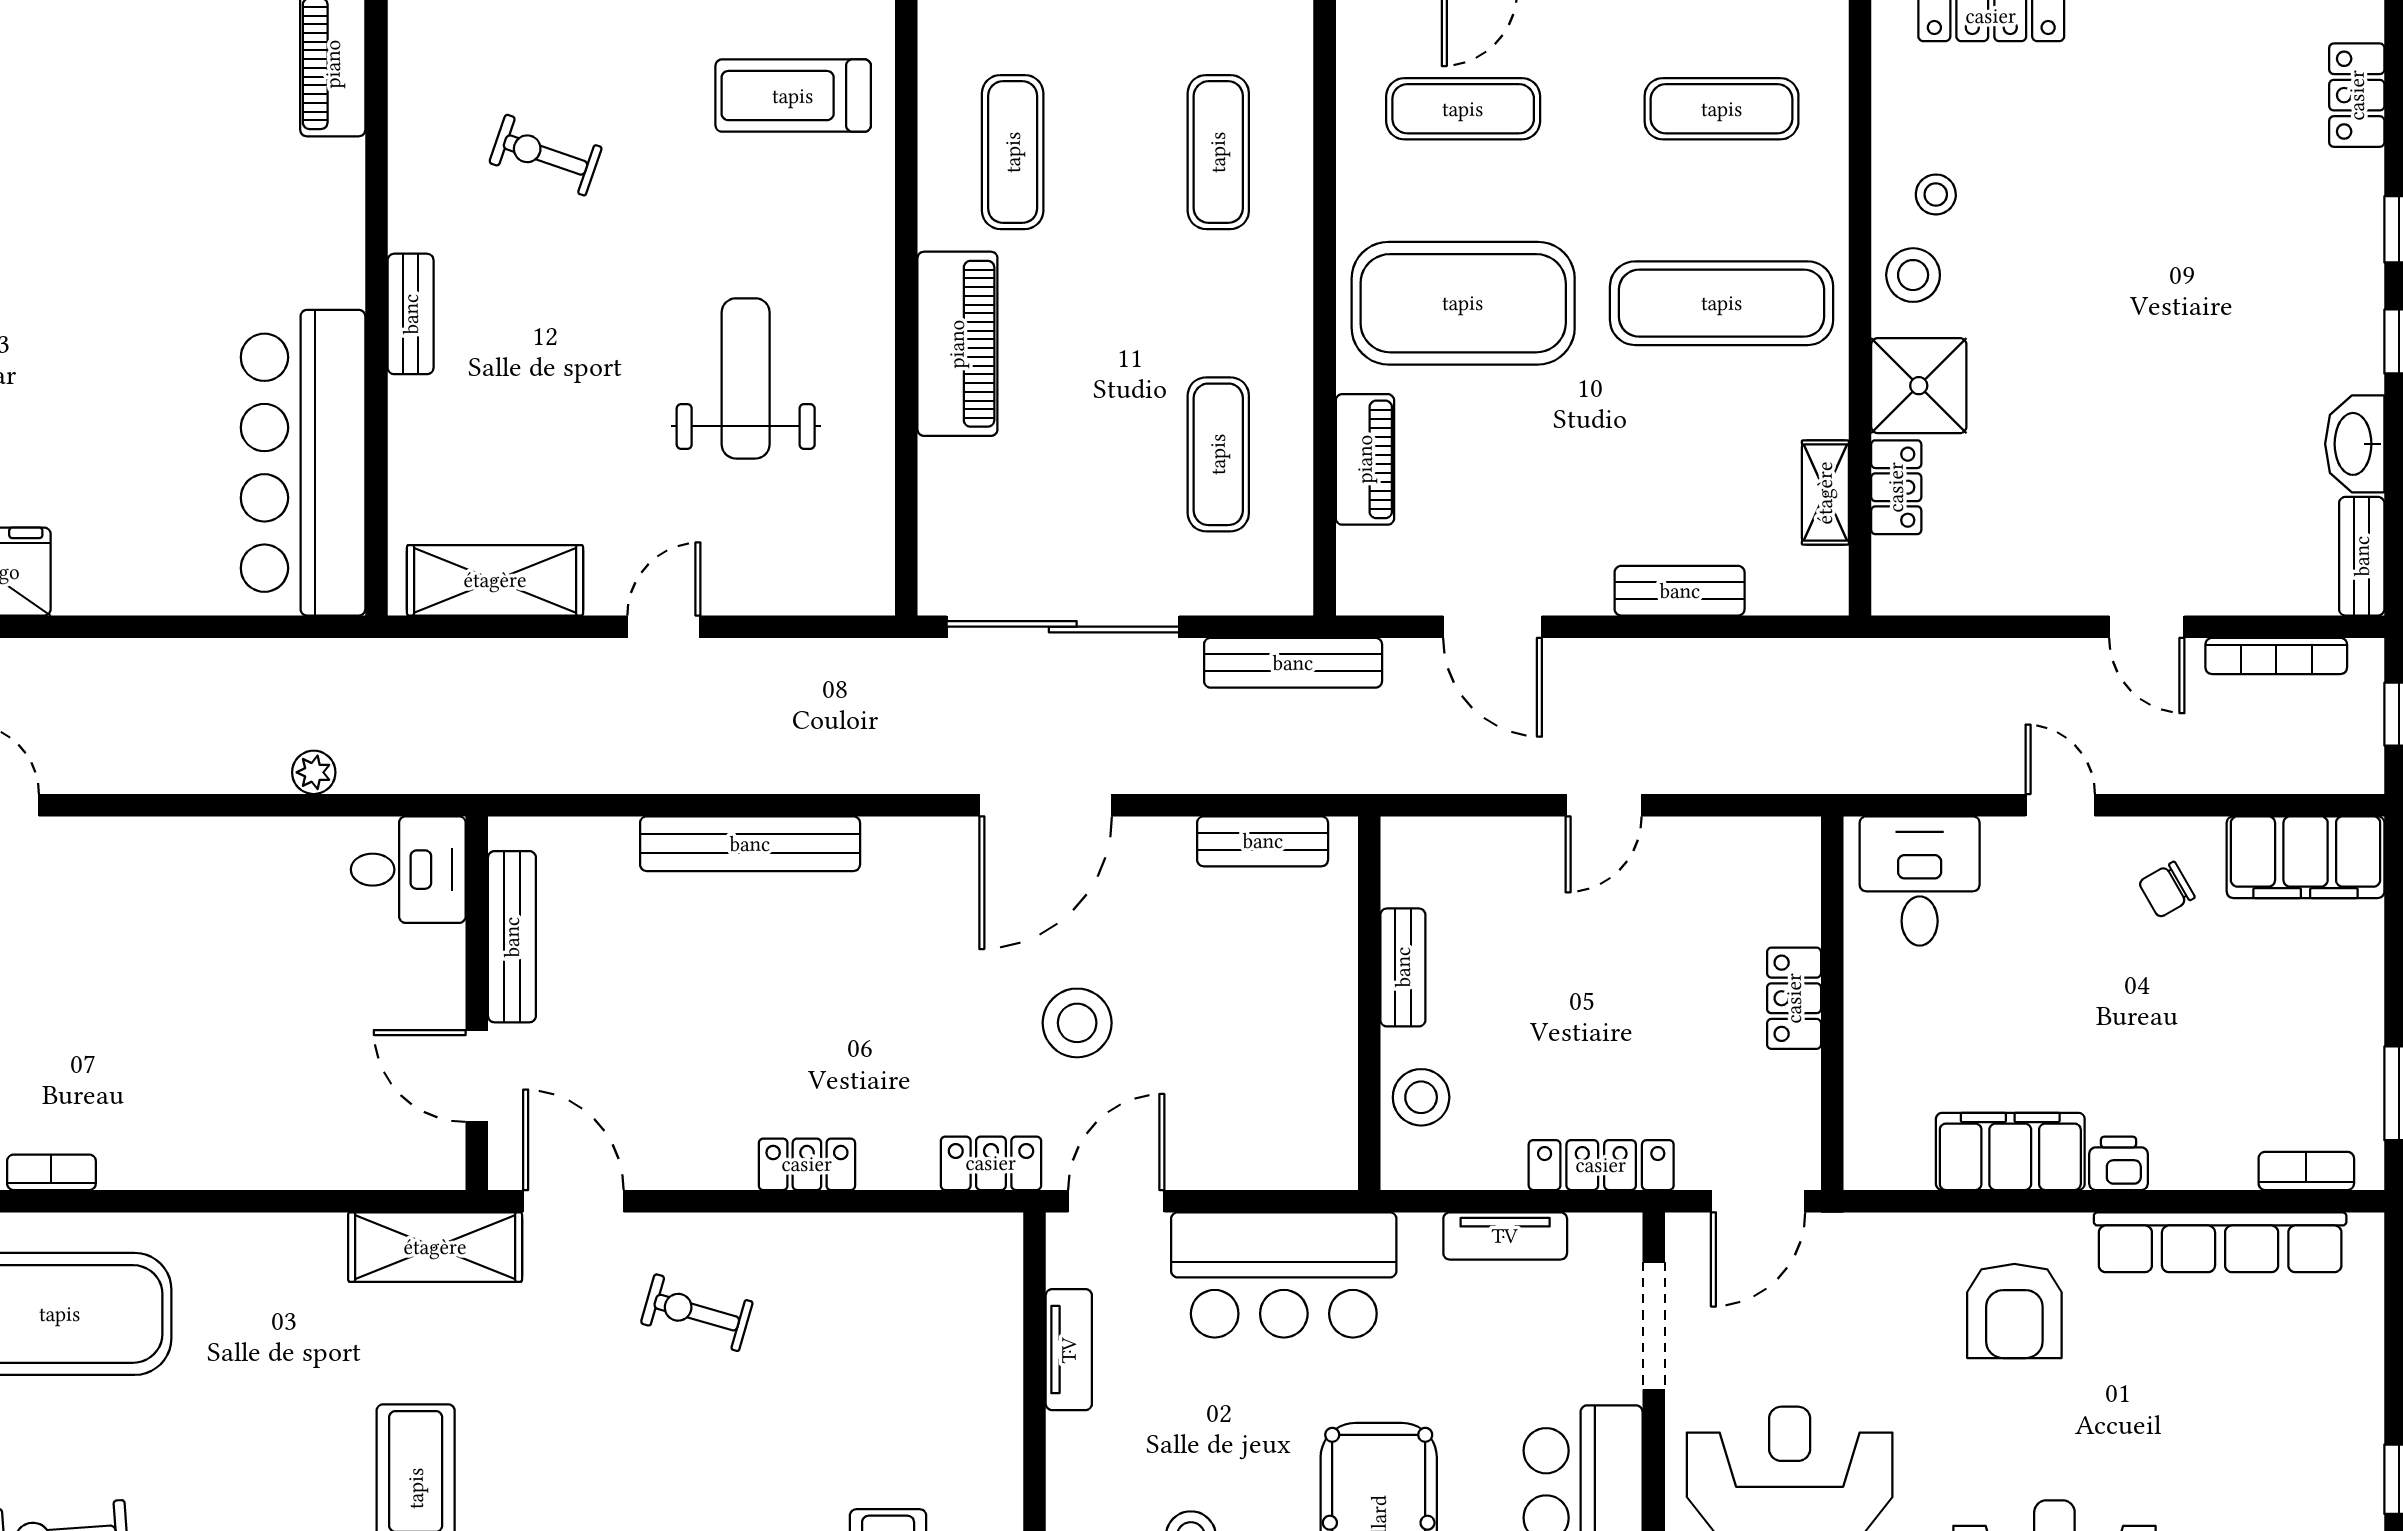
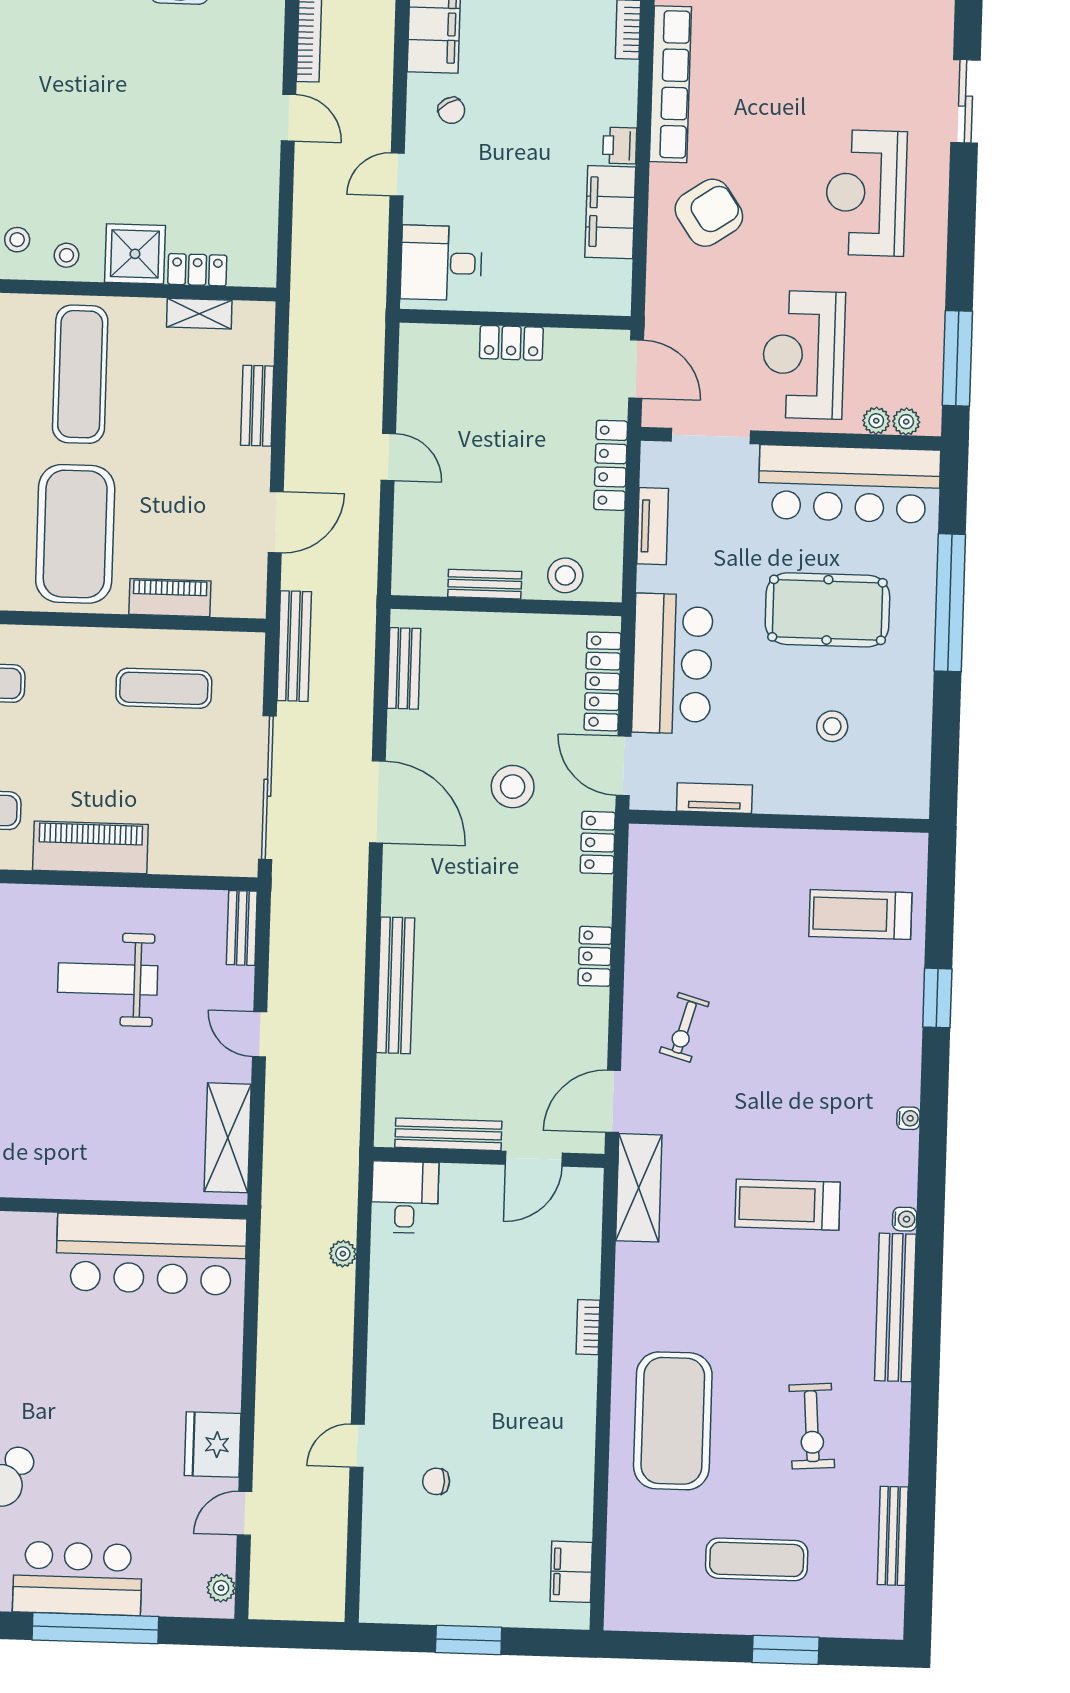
stool: (1913, 275) -> (67, 255), width x0.73, depth x0.73
bench: (411, 314) -> (242, 928), moved, turned 90
door: (2147, 627) -> (288, 118), hinge flipped
locker: (1252, 1163) -> (603, 681), added
bookcase: (51, 1172) -> (588, 1327), moved
armchair: (2014, 1311) -> (709, 213), turned -34

